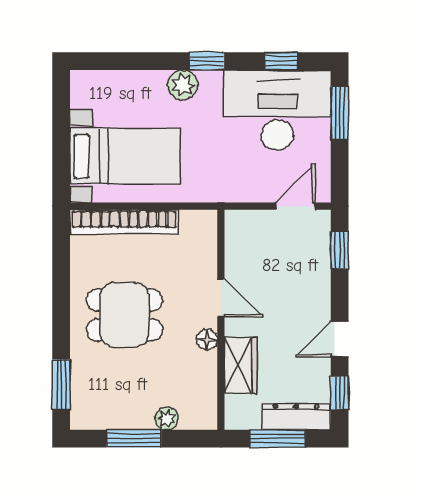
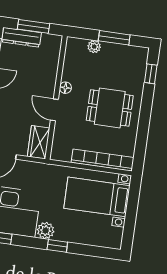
window: (207, 61) -> (57, 246), moved
plant: (183, 85) -> (46, 231), moved
wardrobe: (240, 365) -> (39, 142), moved
window: (61, 385) -> (151, 74), width x0.67

